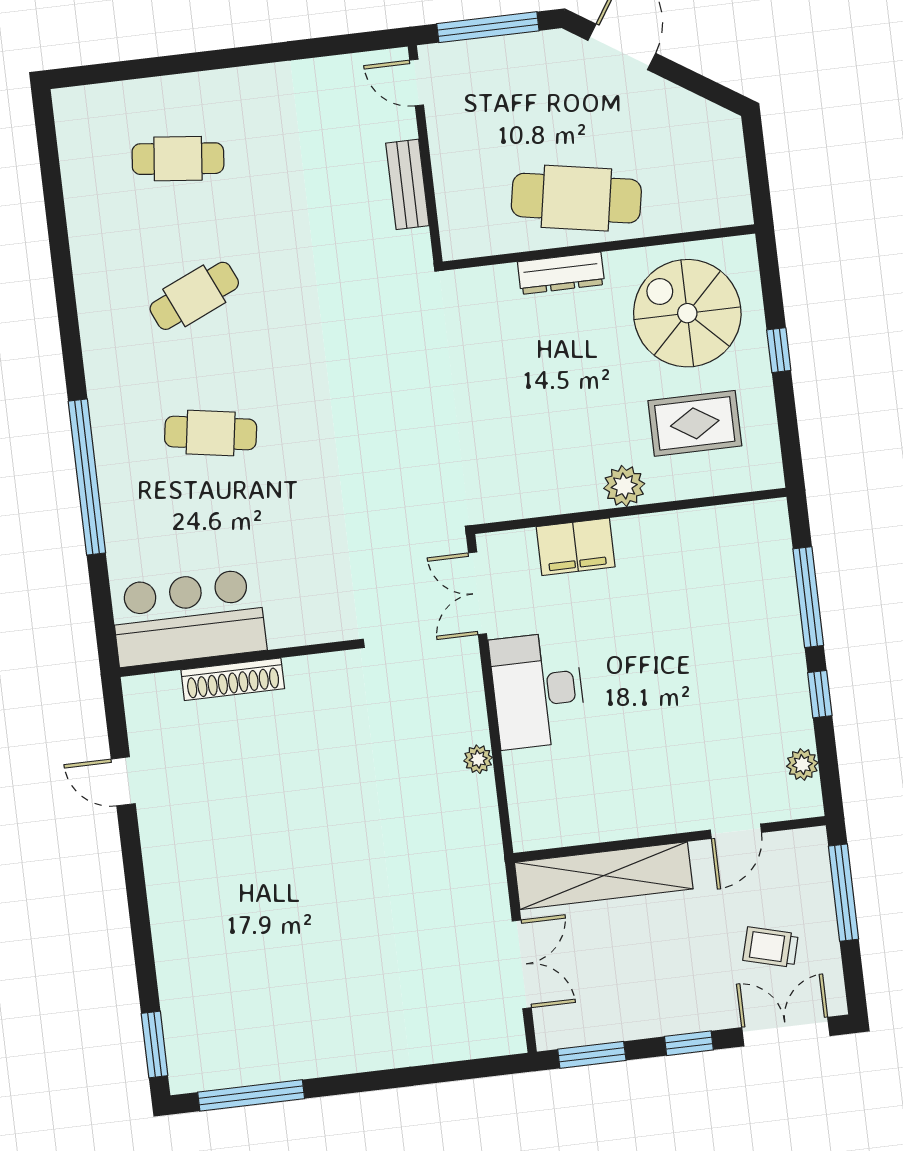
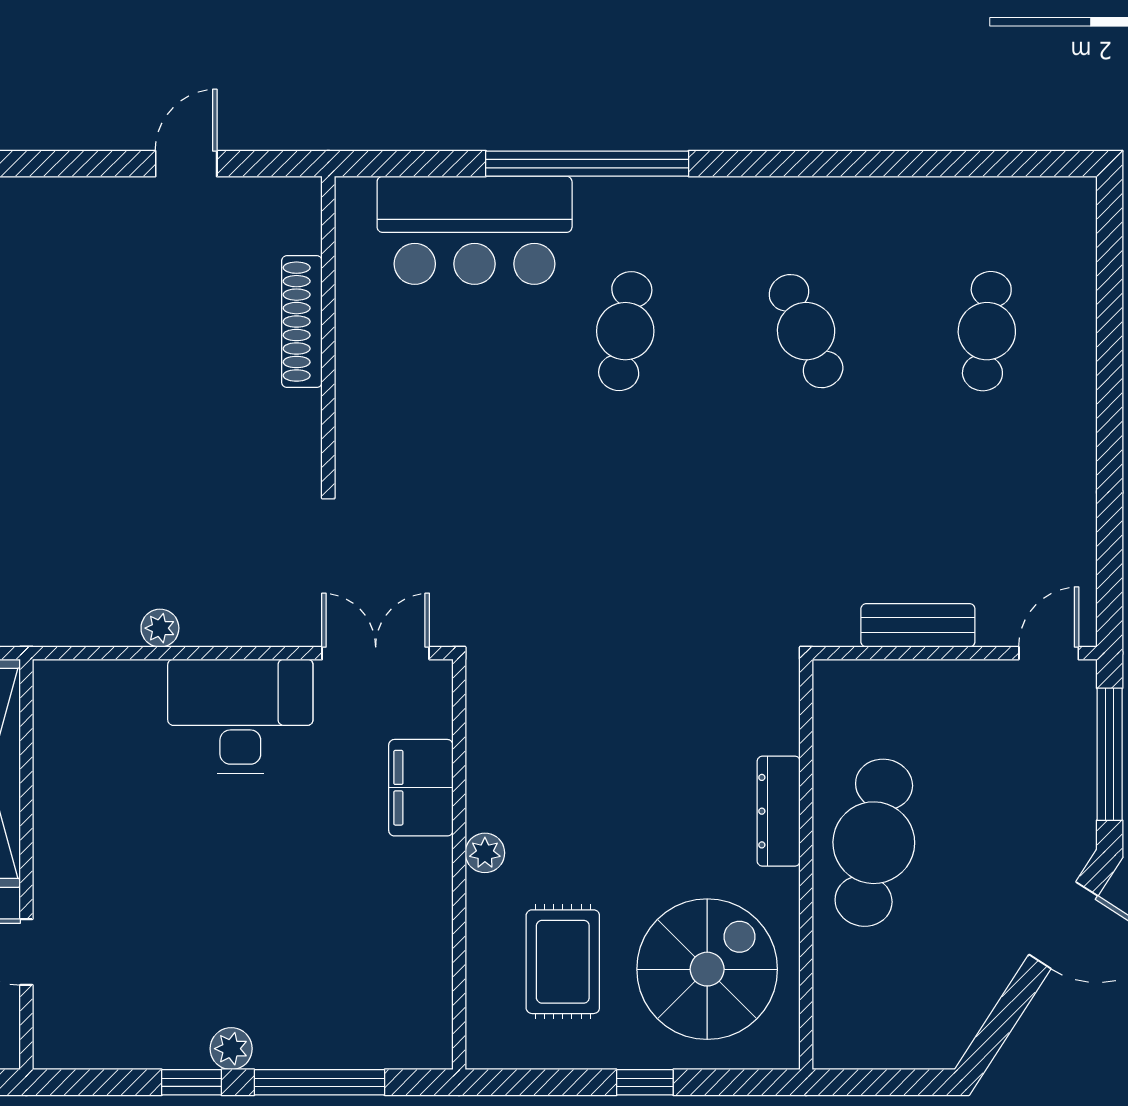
plant: (624, 486) -> (485, 853), width x0.73, depth x0.73
bar counter: (188, 618) -> (475, 230), moved, turned 90
plant: (802, 765) -> (231, 1049), moved

